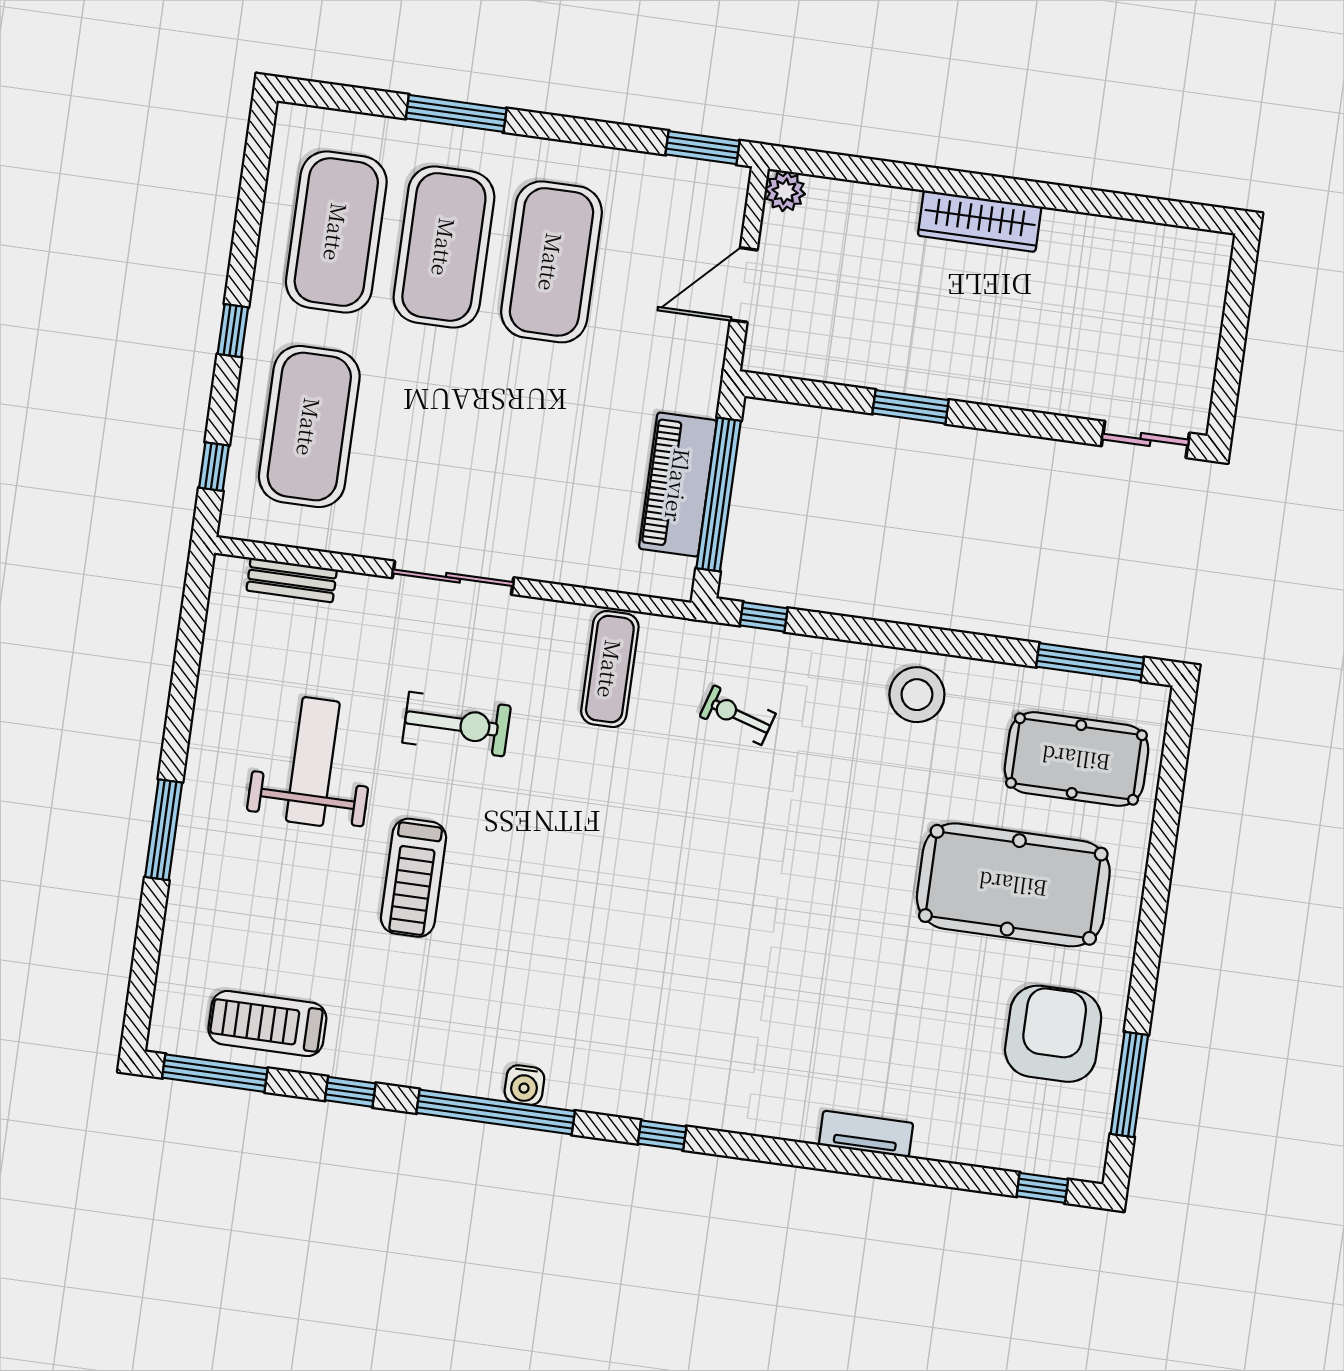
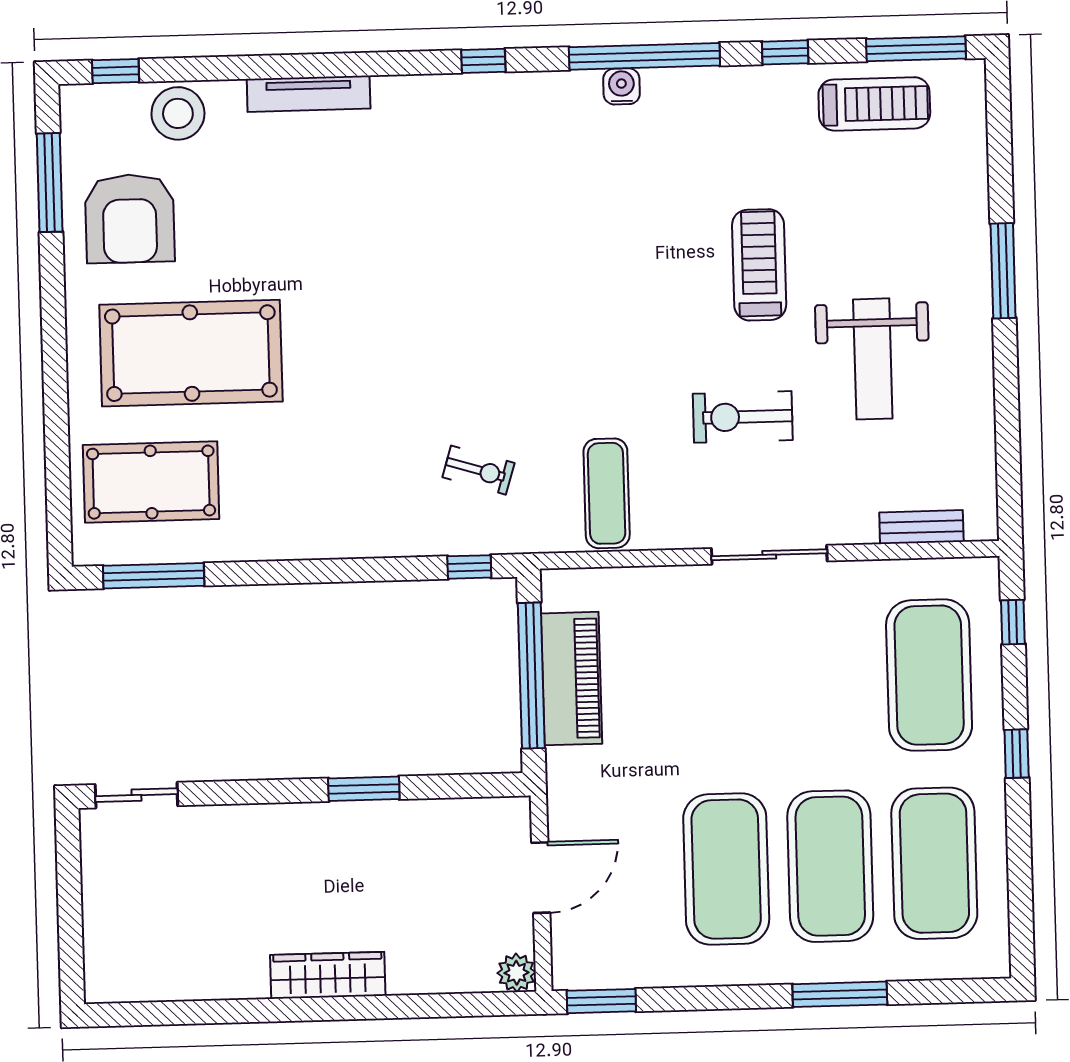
stool: (917, 695) -> (178, 113), moved
tv unit: (866, 1134) -> (309, 94), width x1.41

